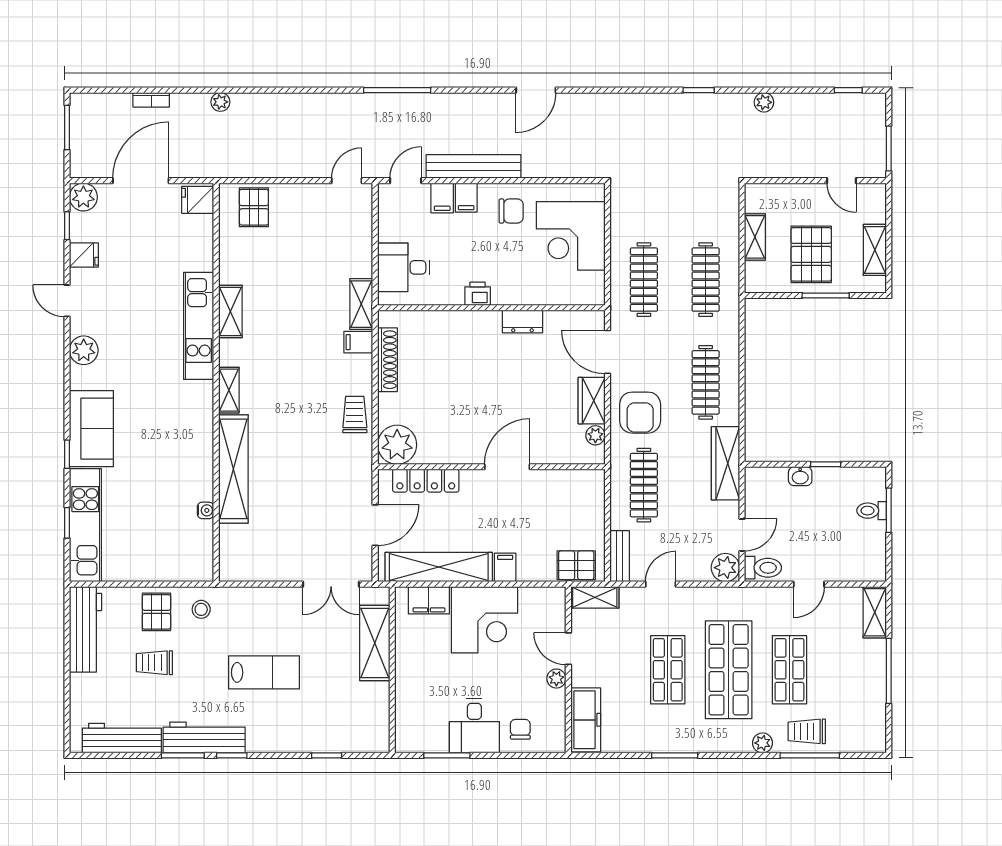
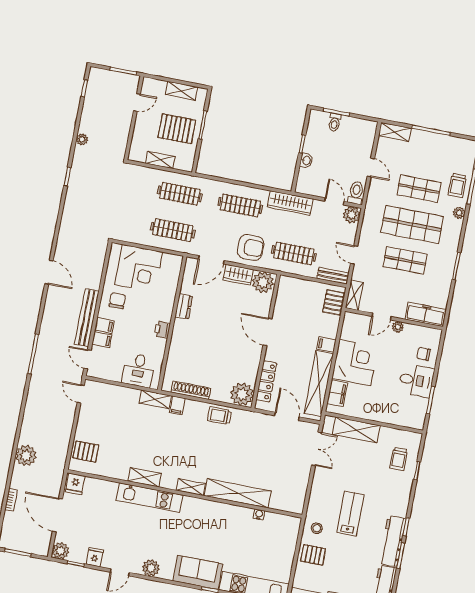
plant: (220, 102) -> (26, 455), width x1.88, depth x1.88
plant: (595, 435) -> (263, 282), width x1.87, depth x1.87
trolley: (154, 663) -> (399, 459), moved
lab bench: (264, 672) -> (350, 514), moved

